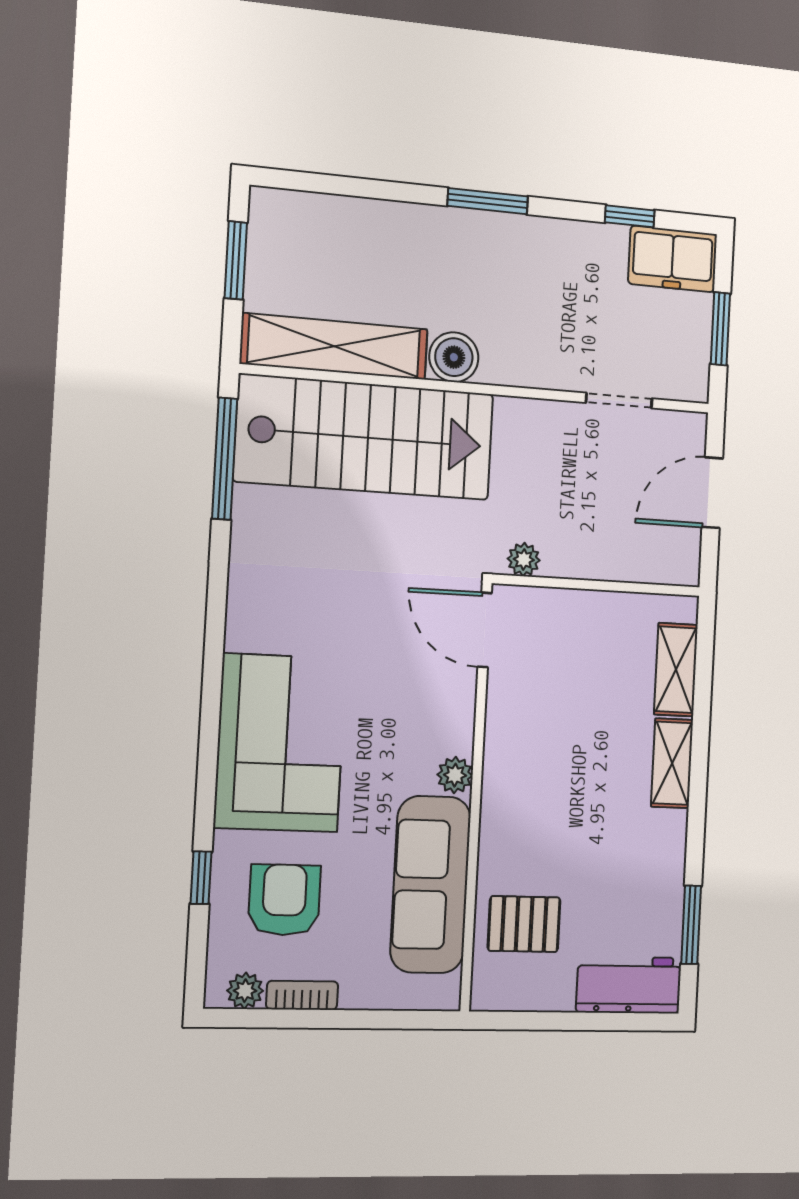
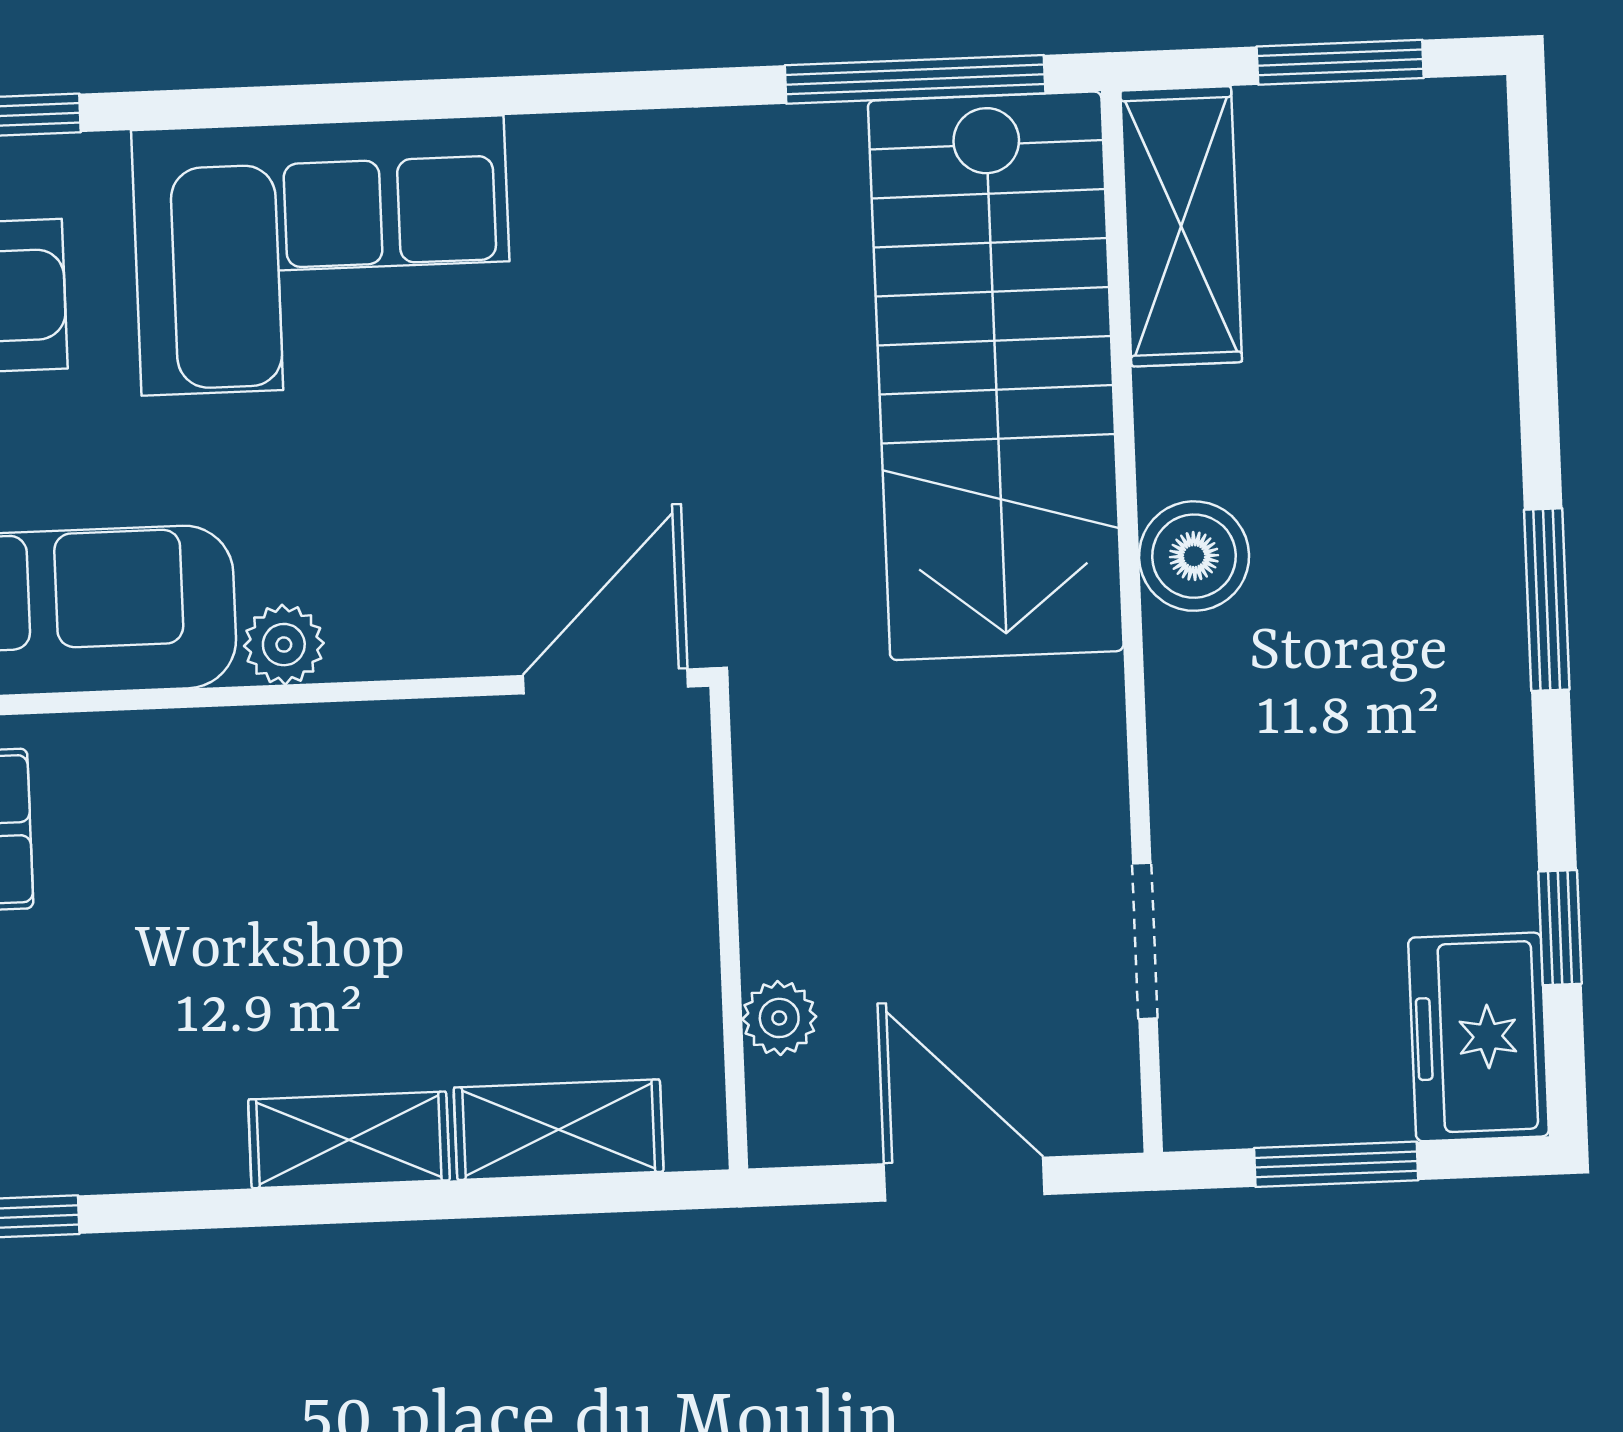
shelving: (334, 346) -> (1181, 226), width x0.68
plant: (524, 559) -> (779, 1018), moved

